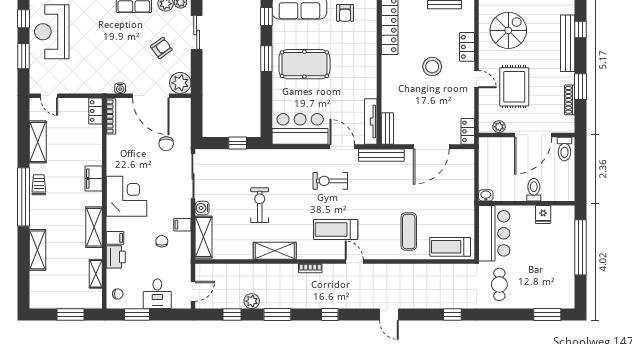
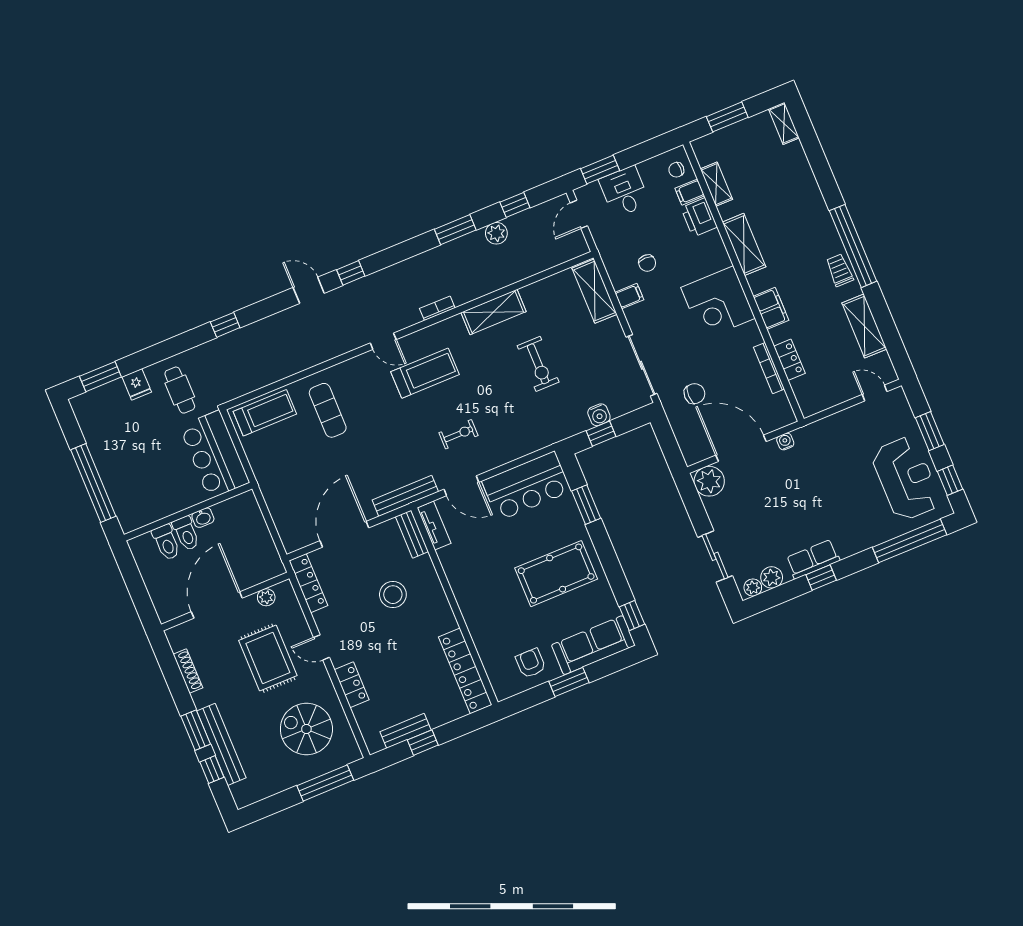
spiral stairs: (508, 30) -> (306, 729), turned 90
armchair: (161, 48) -> (753, 517), removed
window: (266, 59) -> (586, 505), moved
stool: (432, 67) -> (393, 595), moved
window: (581, 87) -> (196, 730), moved
locker: (95, 111) -> (789, 360), moved
bookcase: (111, 116) -> (769, 368), moved
tv unit: (371, 122) -> (434, 525), width x0.71
locker: (468, 131) -> (308, 583), width x1.53
chair: (166, 144) -> (694, 394), turned 90
toilet: (564, 149) -> (166, 542), moved, turned 180
exercise bike: (330, 181) -> (458, 434), width x0.73, depth x0.72
trolley: (39, 185) -> (840, 270), turned 180
washbasin: (486, 195) -> (203, 518), moved
water cooler: (202, 208) -> (599, 415), moved, turned 90
fridge: (543, 215) -> (137, 384), moved, turned 180
filing cabinet: (115, 238) -> (690, 192), moved
shelving: (38, 250) -> (784, 123), moved, width x0.67, depth x0.75
window: (137, 315) -> (600, 170), moved
window: (330, 315) -> (351, 273), moved

